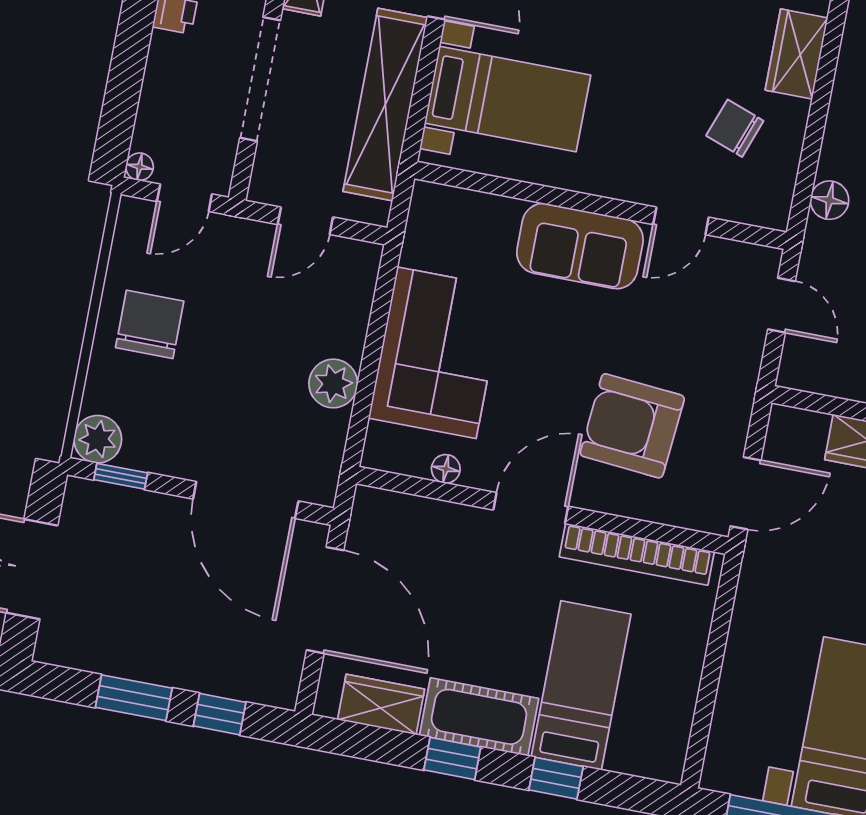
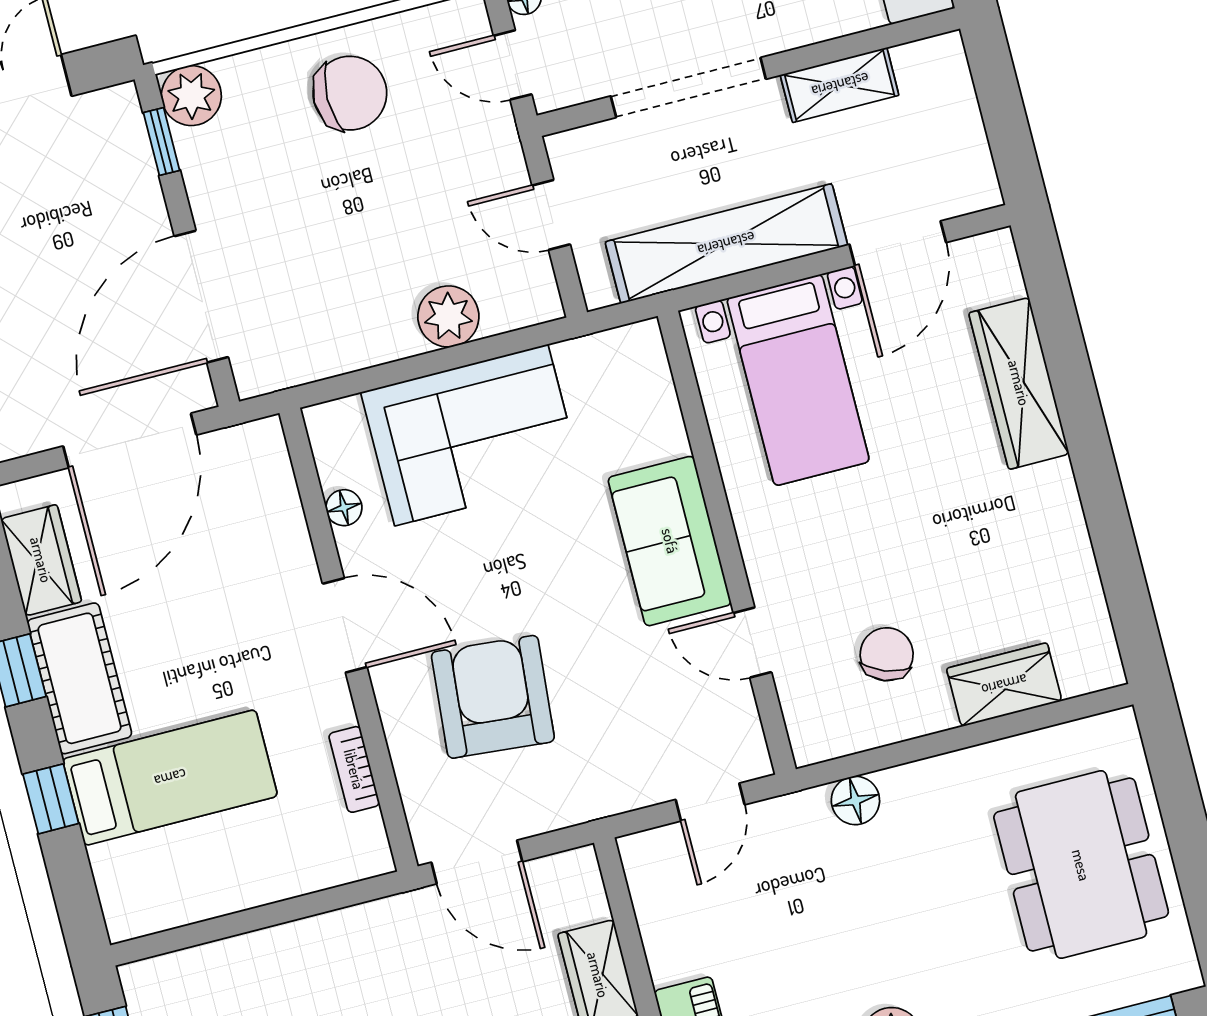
plant: (333, 384) -> (448, 316), moved
bookcase: (637, 554) -> (354, 769), width x0.43, depth x0.76

